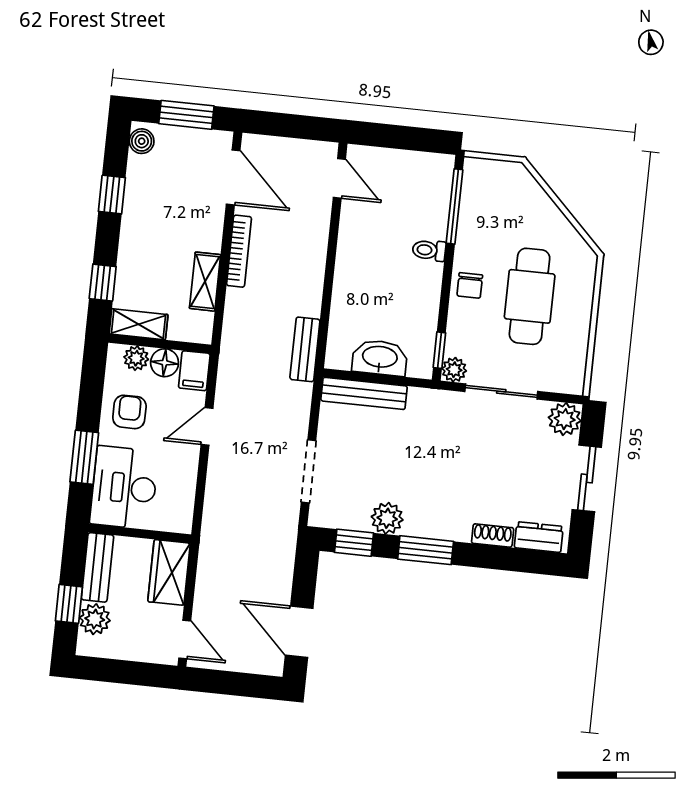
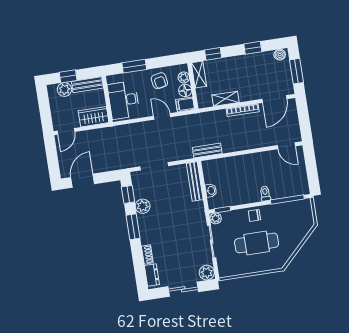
door: (339, 178) -> (286, 146), hinge flipped
washbasin: (380, 358) -> (211, 190), width x0.52, depth x0.69
armchair: (129, 412) -> (159, 81), turned 80
desk: (124, 488) -> (124, 100), moved, turned -90

